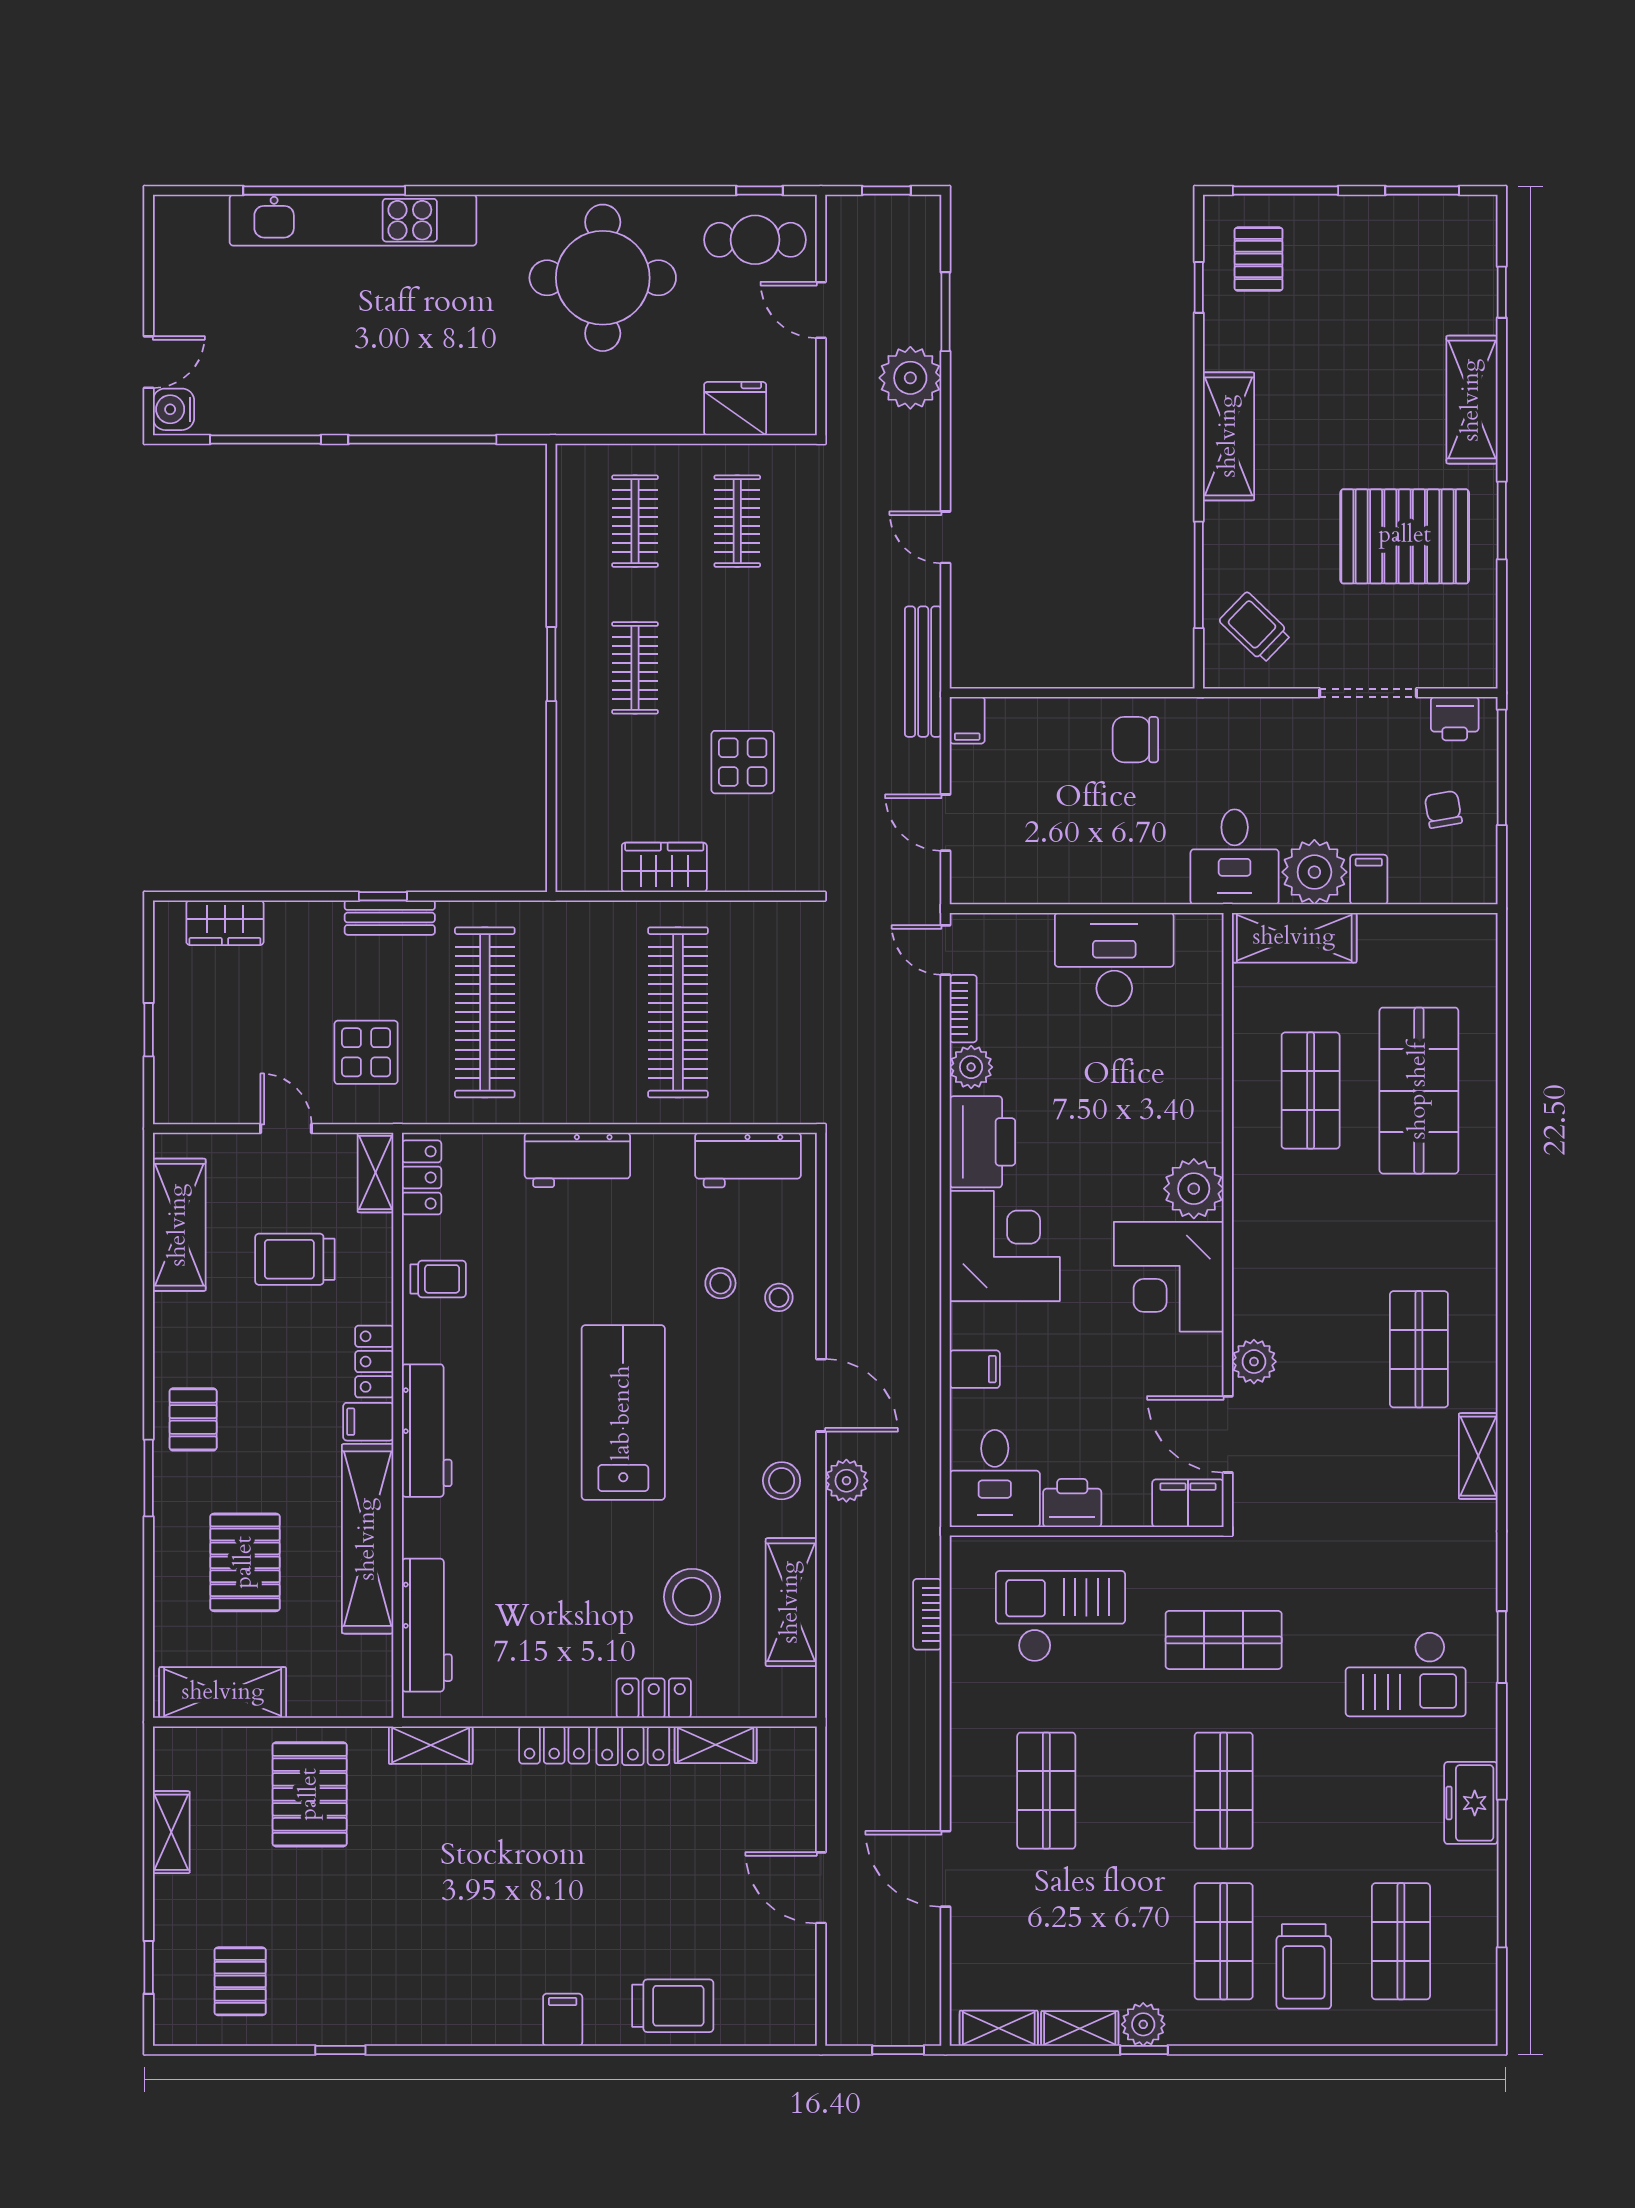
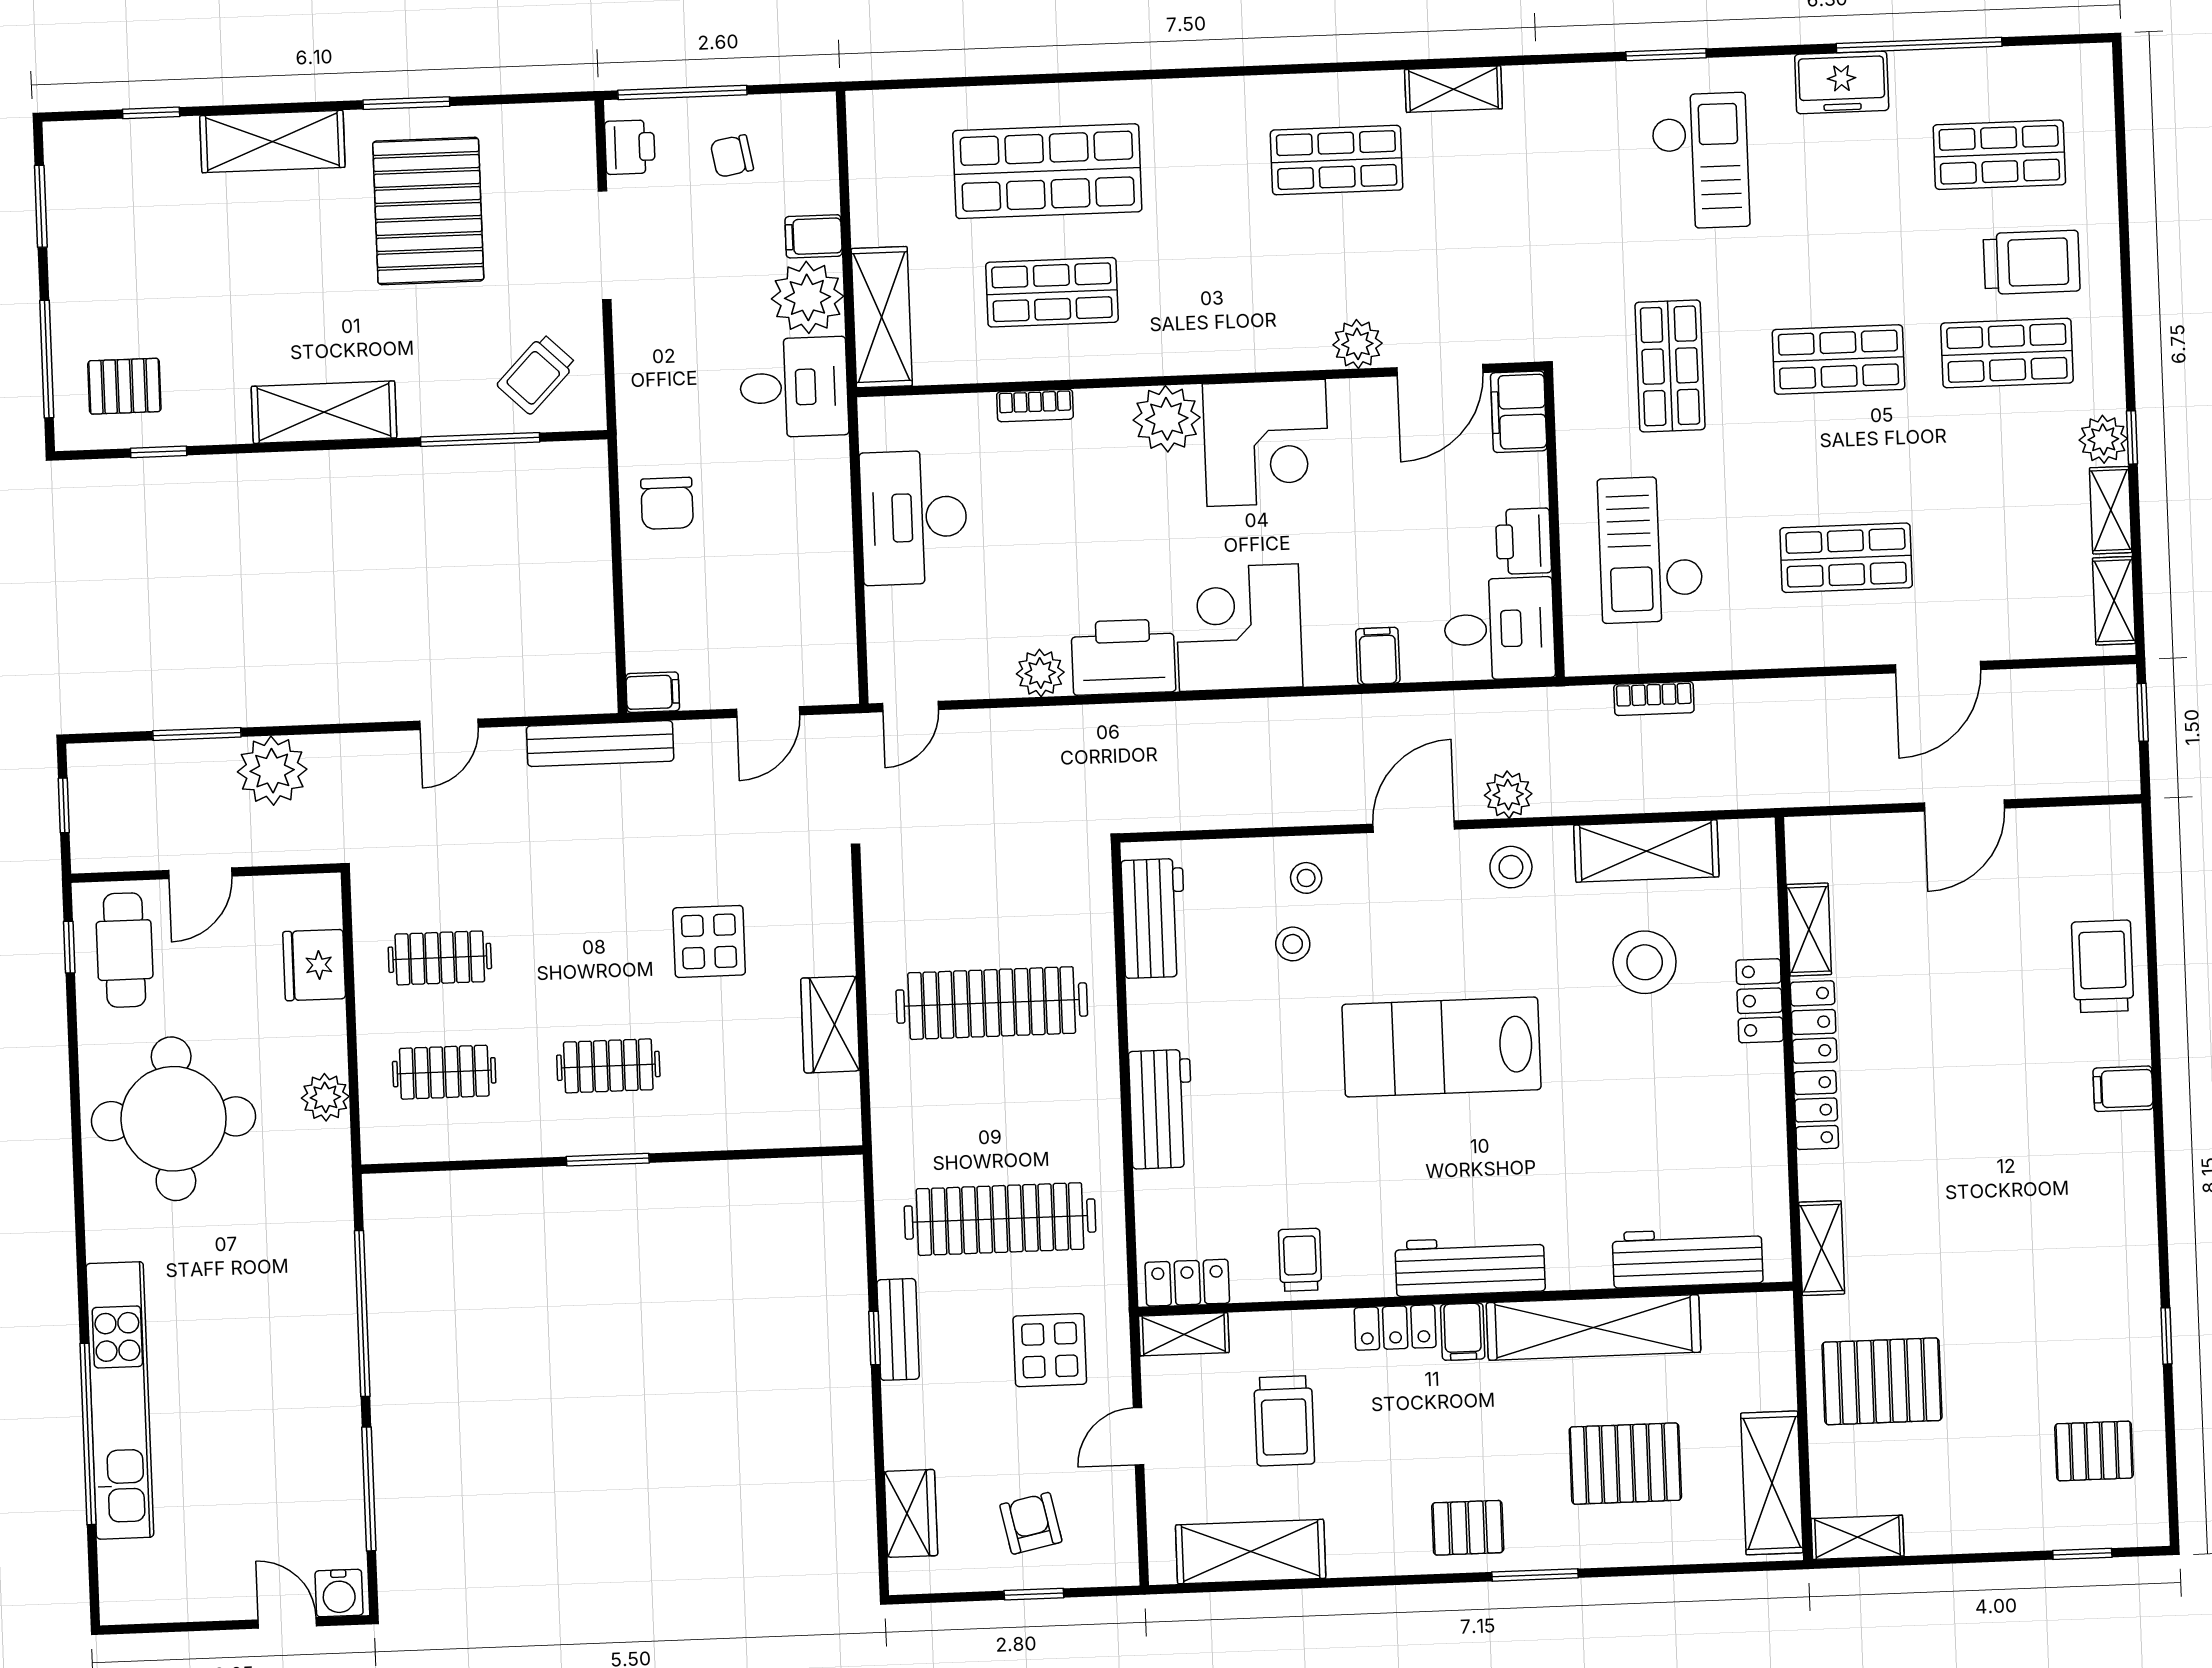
plant: (617, 414) -> (325, 1097), added
bookcase: (963, 1009) -> (1035, 405), moved, turned 180
armchair: (212, 1029) -> (1031, 1523), added
shelving: (171, 1832) -> (1857, 1537), moved

